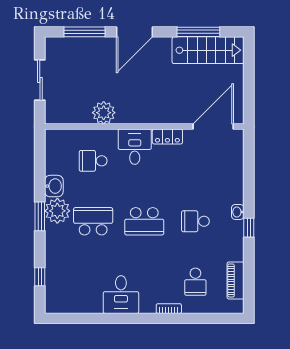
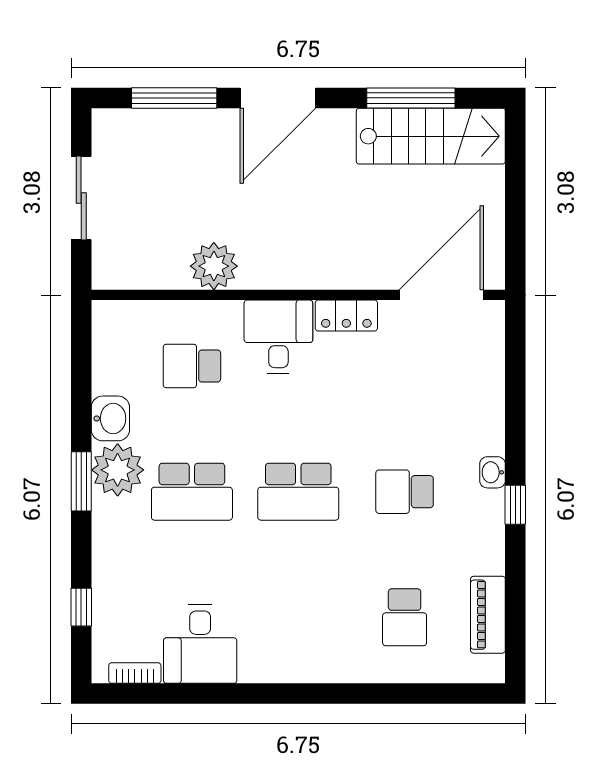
school desk: (93, 221) -> (192, 492), turned 180
desk: (121, 295) -> (200, 644), moved
bookcase: (169, 309) -> (135, 673), moved

